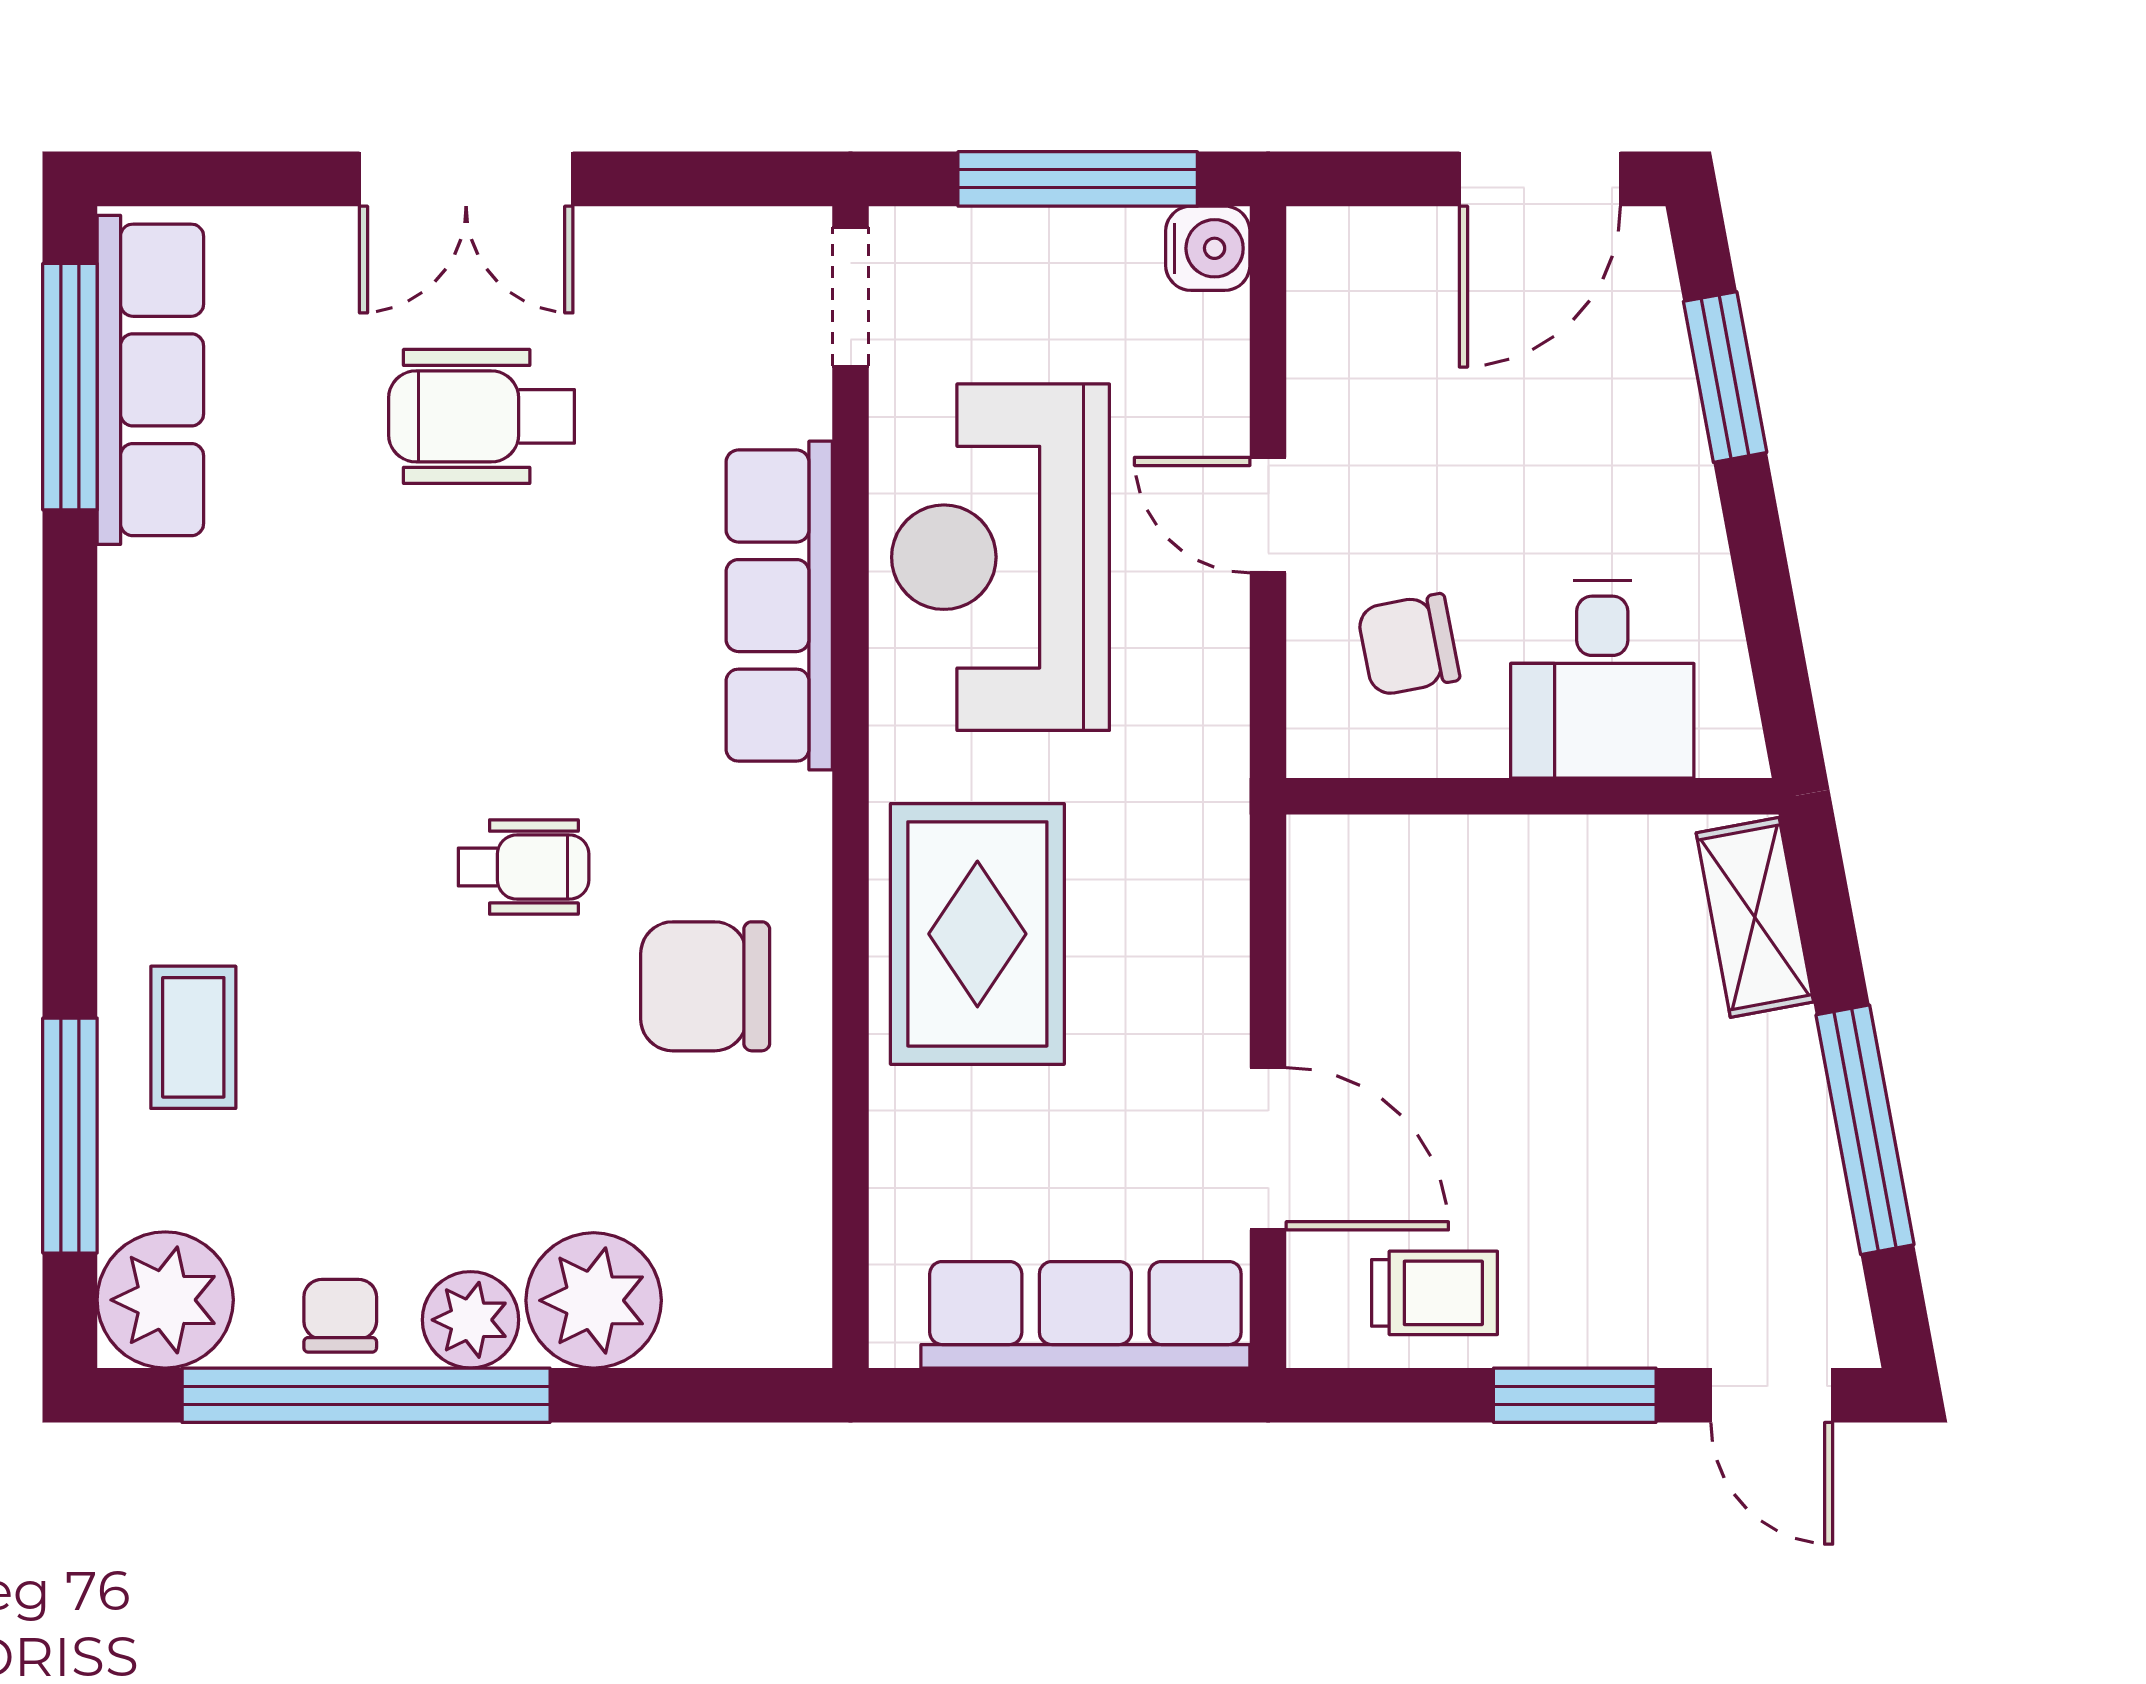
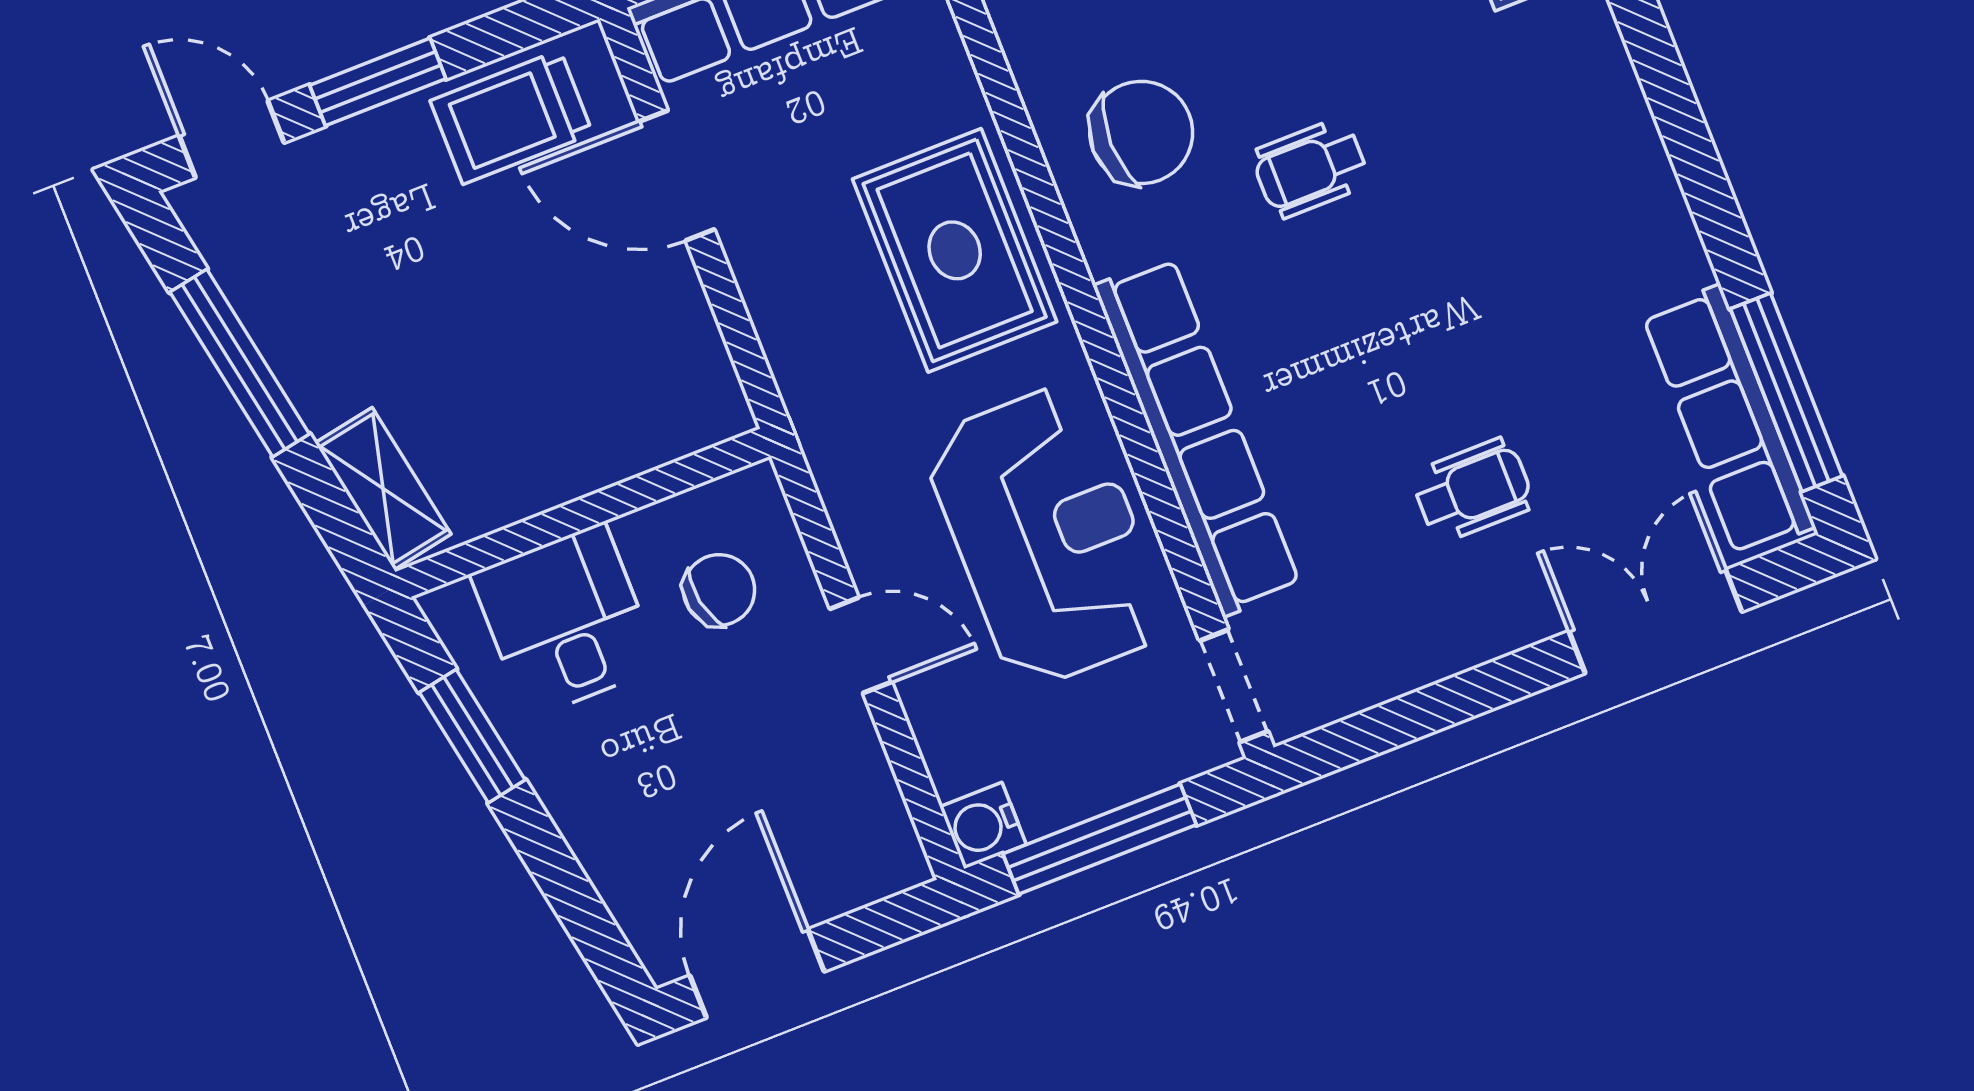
double door: (466, 179) -> (1655, 621), moved
window: (1725, 377) -> (472, 736), moved
wheelchair: (482, 416) -> (1473, 490), width x0.73, depth x0.73
row of seats: (779, 606) -> (1197, 436), width x1.36
trolley: (1435, 1293) -> (511, 117), width x1.36, depth x1.39

